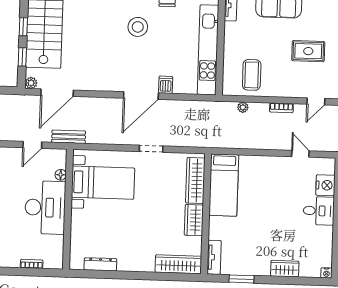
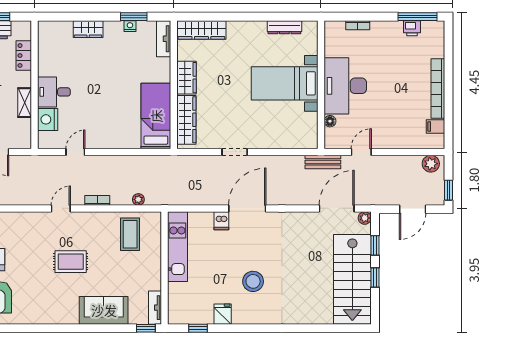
kitchen unit: (208, 50) -> (177, 247), width x0.73
door: (300, 154) -> (75, 152), swing flipped
bed with nightstands: (103, 183) -> (285, 83), moved
nightstand: (326, 273) -> (130, 26), moved

